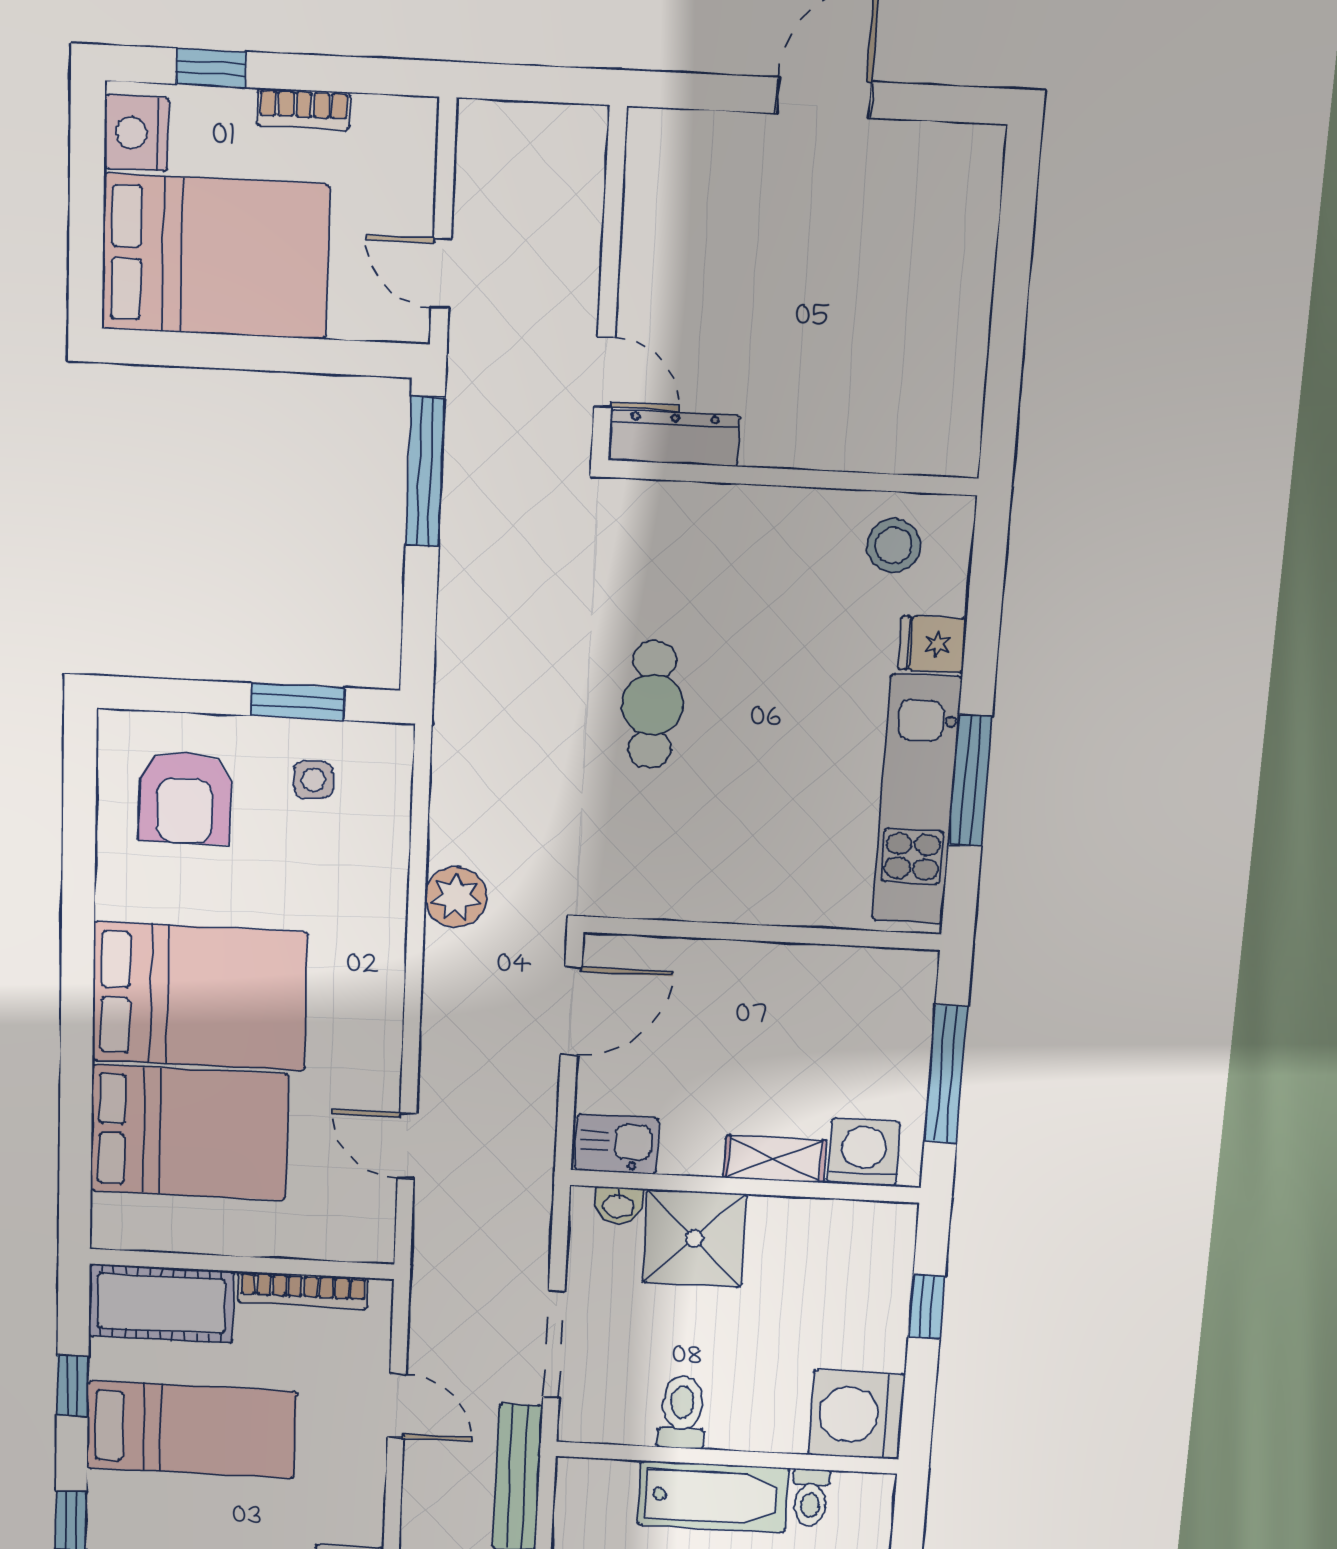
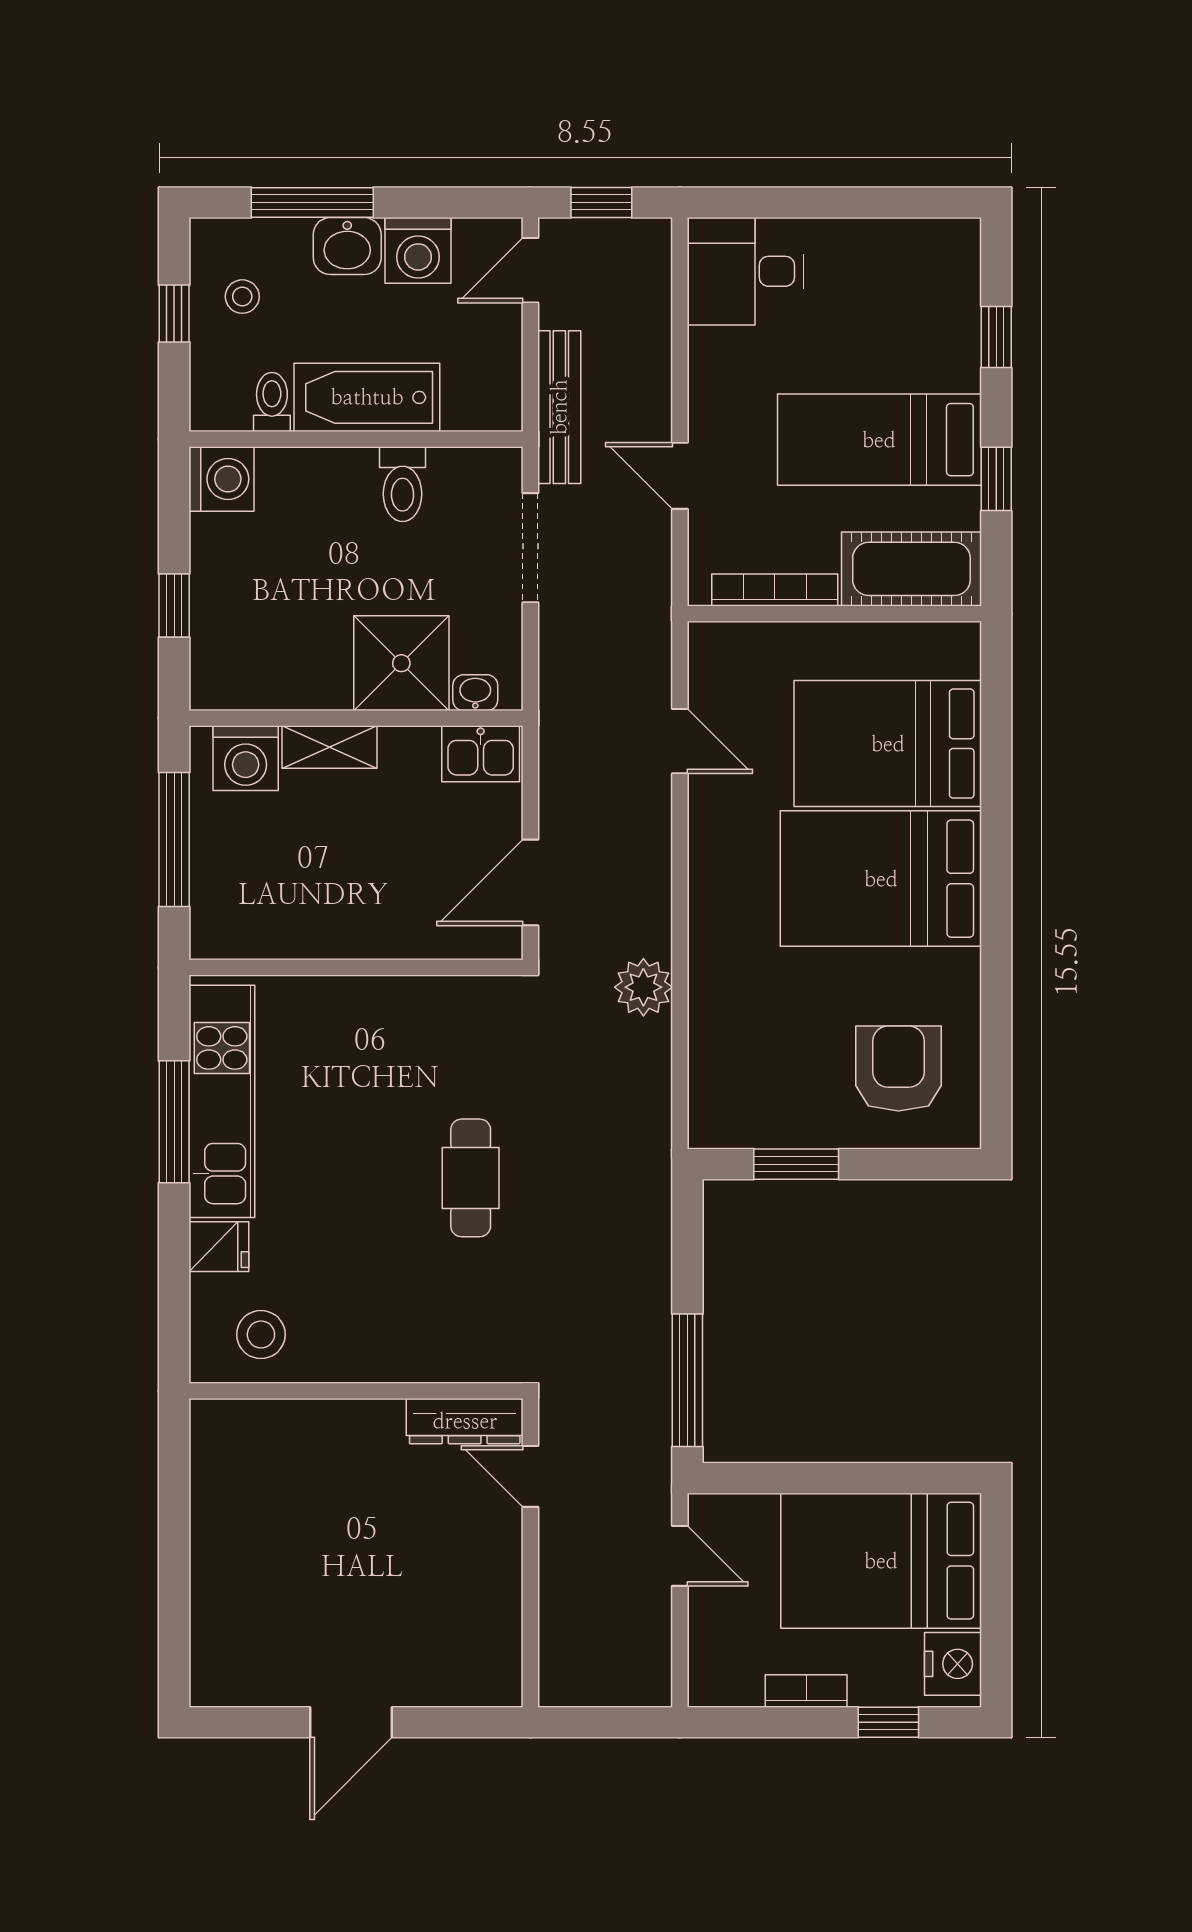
side table: (313, 780) -> (780, 1092), removed
washing machine: (856, 1415) -> (221, 479), width x0.73, depth x0.73

